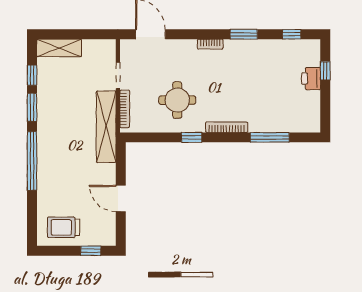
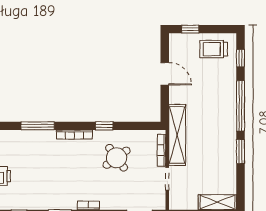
window: (32, 75) -> (241, 58), moved
round table: (177, 100) -> (117, 158), turned -36
trolley: (64, 227) -> (214, 49), turned 180

